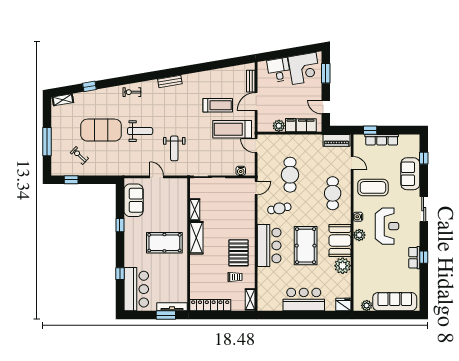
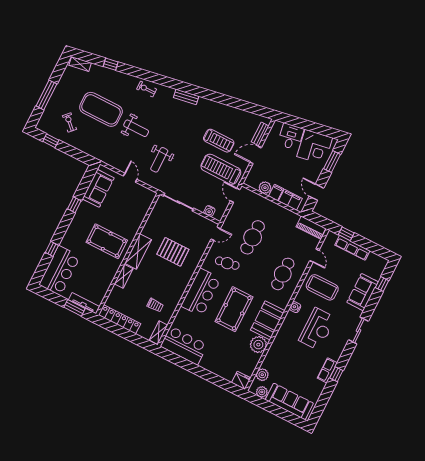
shelving: (195, 210) -> (124, 276), moved
plant: (359, 235) -> (262, 375), moved
pallet: (239, 253) -> (173, 252), moved, turned 90
bar counter: (304, 300) -> (184, 346), moved

